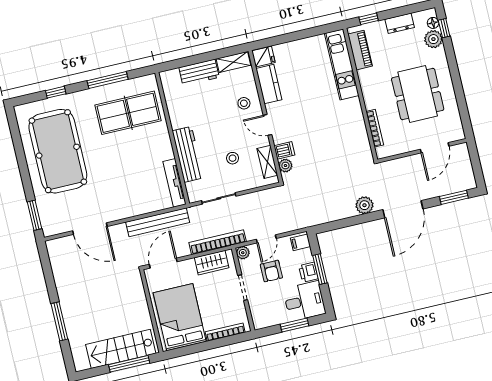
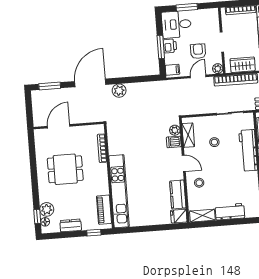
kitchen unit: (342, 64) -> (119, 191), width x1.36
dining table: (418, 94) -> (65, 169), width x0.73

